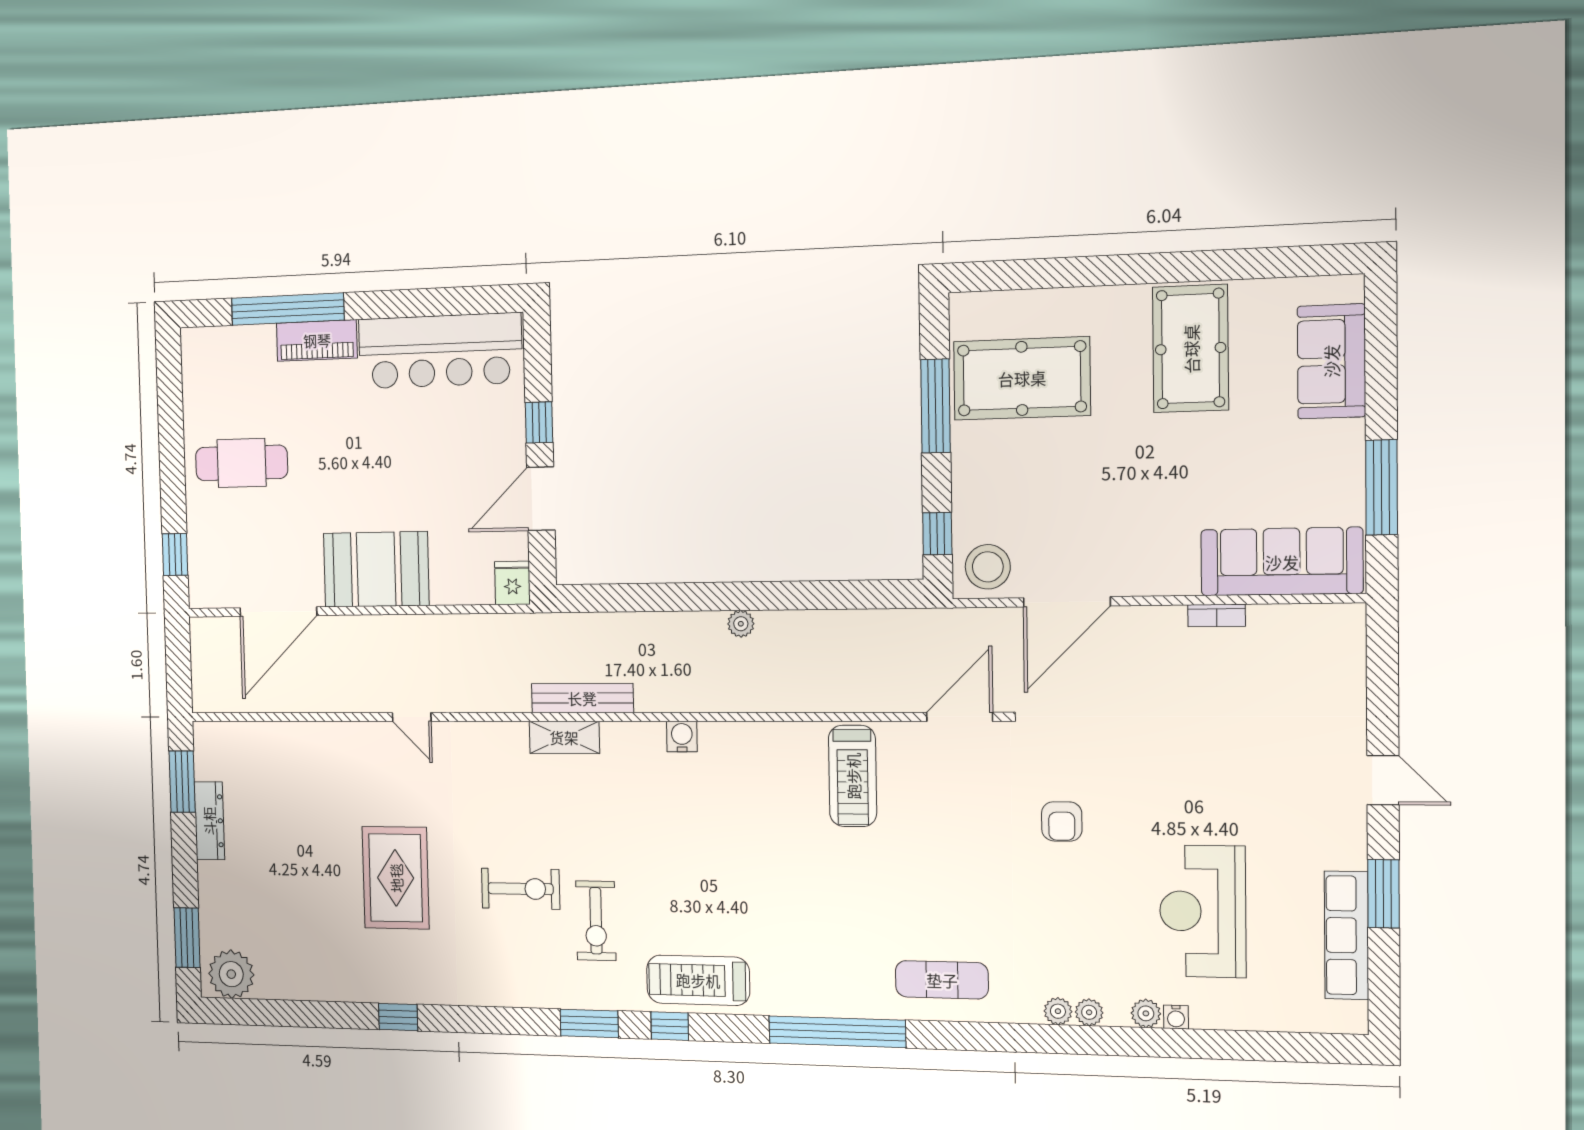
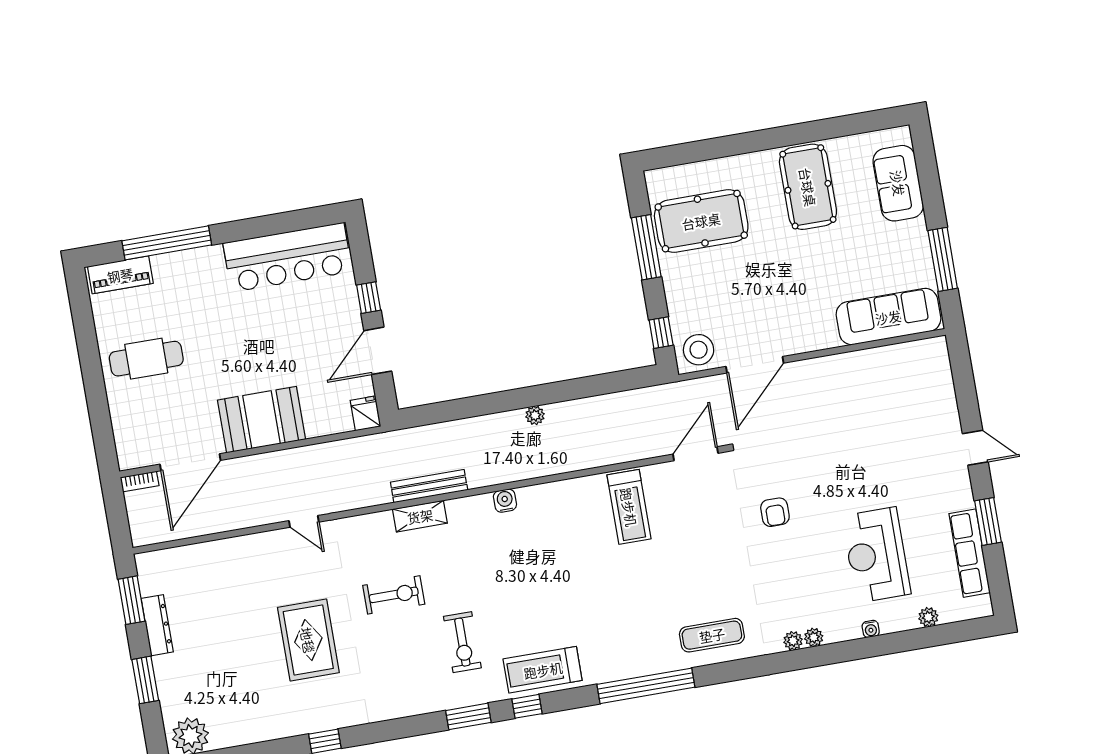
piano: (317, 340) -> (120, 275), moved
window: (175, 555) -> (103, 433), removed
bookcase: (1217, 615) -> (140, 481), moved
exercise bike: (521, 889) -> (394, 595), moved
window: (187, 938) -> (145, 680), moved
plant: (1146, 1013) -> (928, 617), moved

